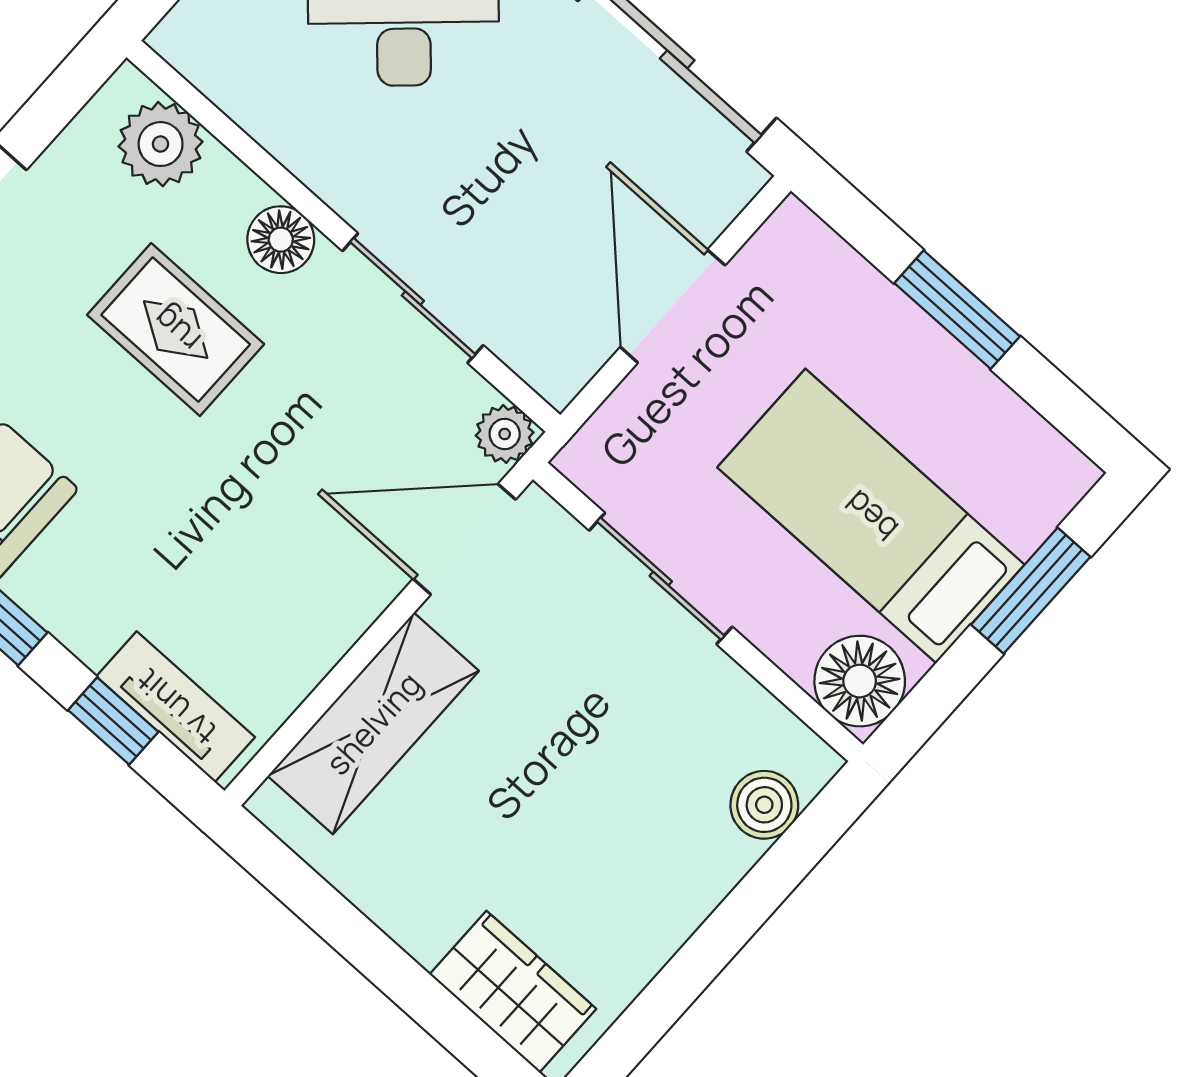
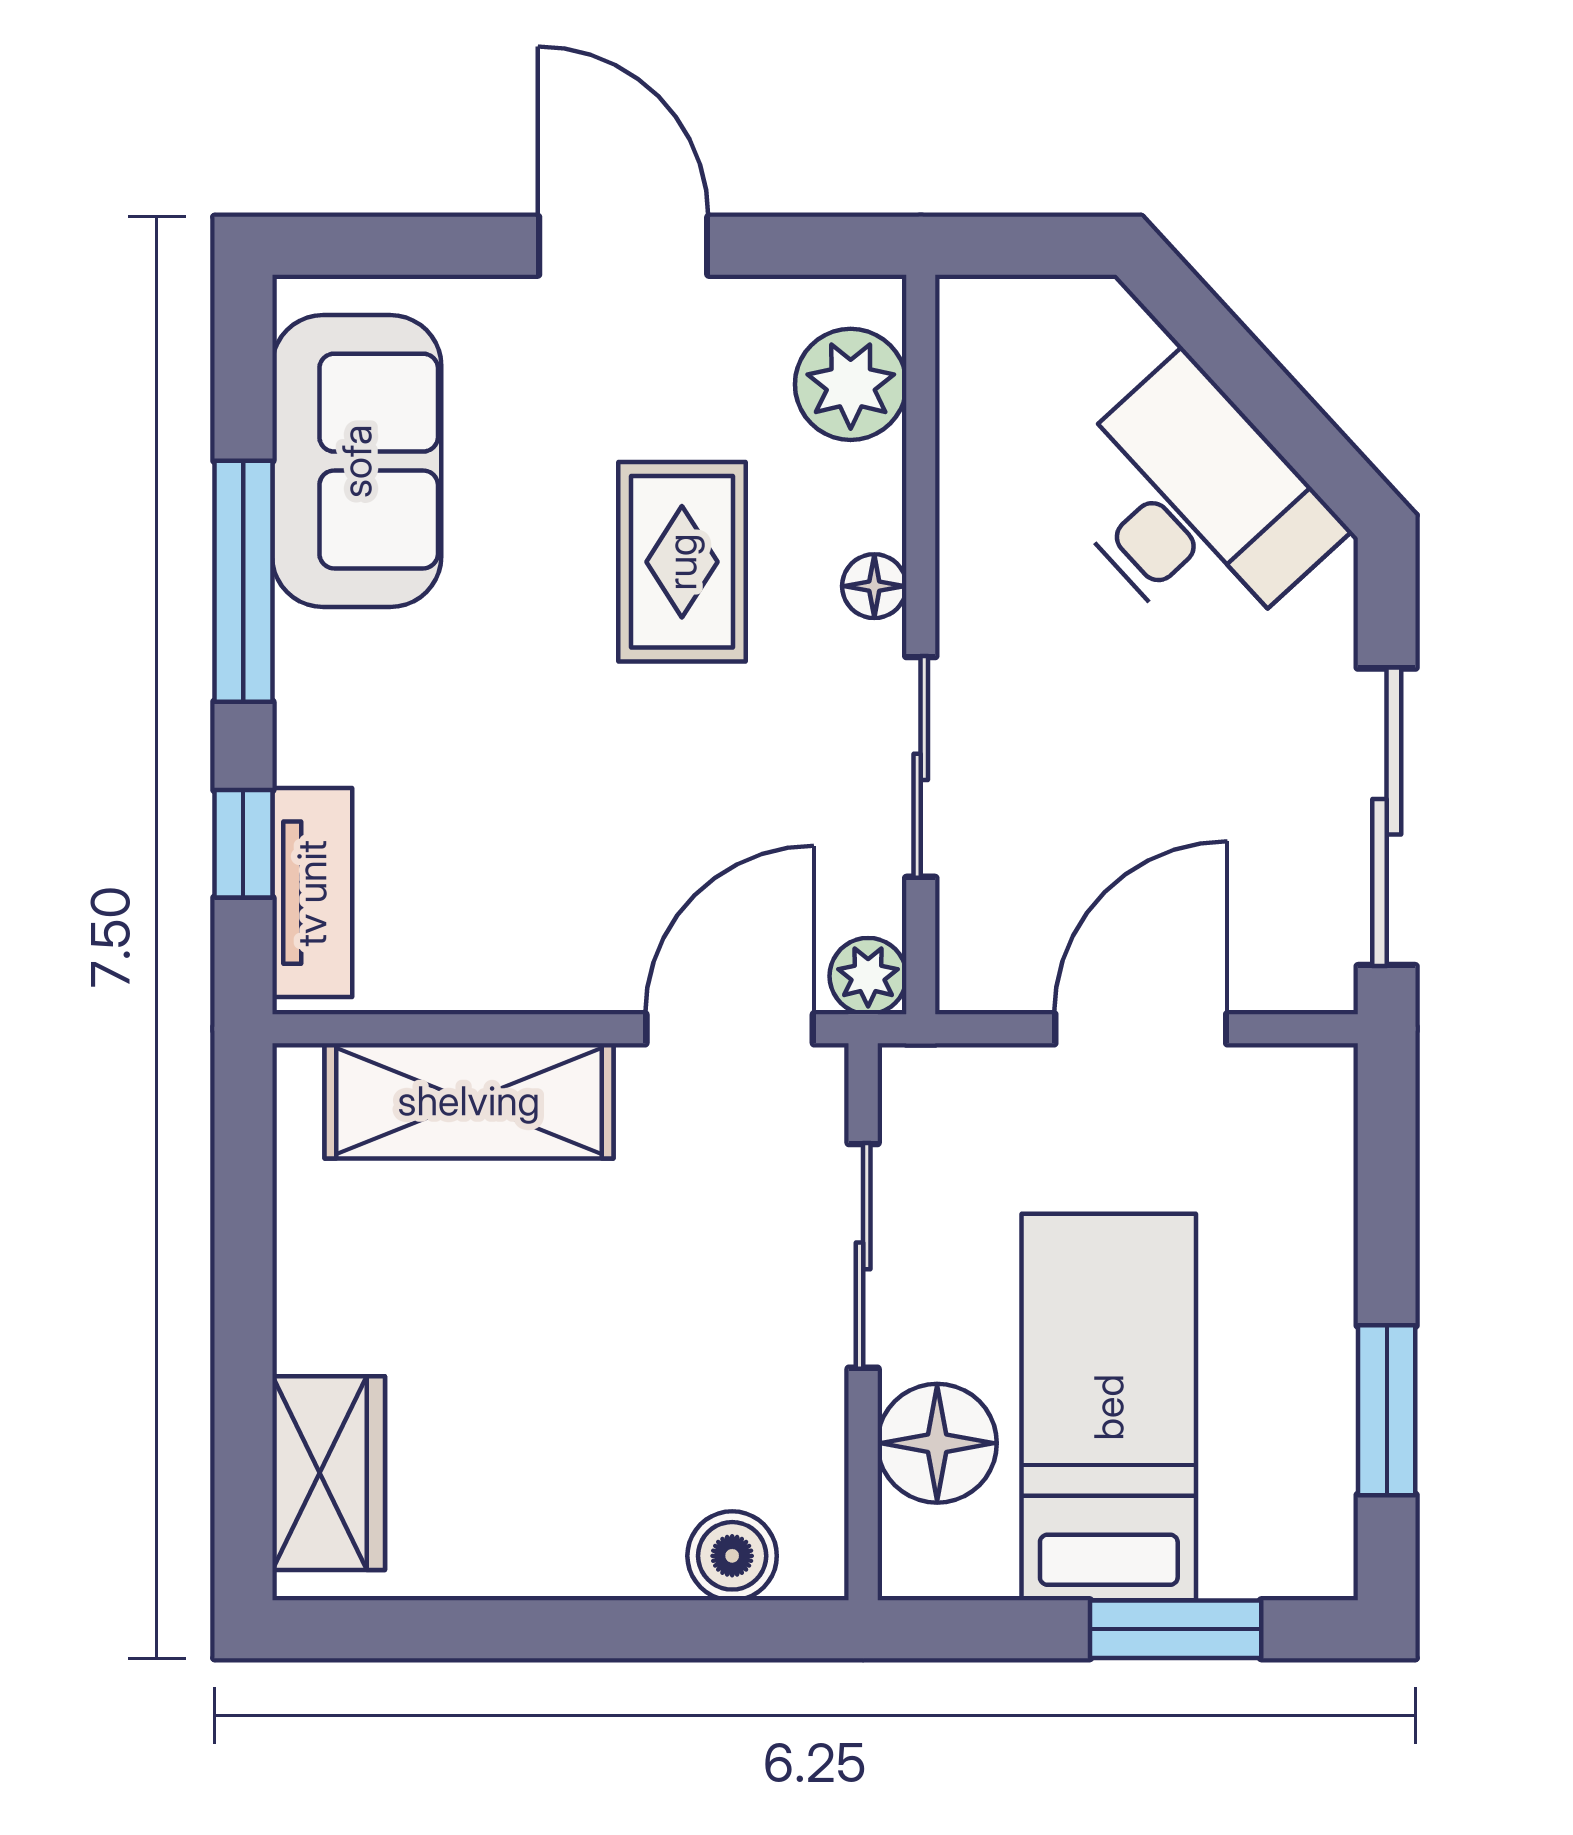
floor lamp: (281, 240) -> (874, 586), width x0.73, depth x0.73
window: (957, 310) -> (1387, 1410), moved
door: (464, 539) -> (730, 1029), hinge flipped
floor lamp: (860, 681) -> (937, 1443), moved

